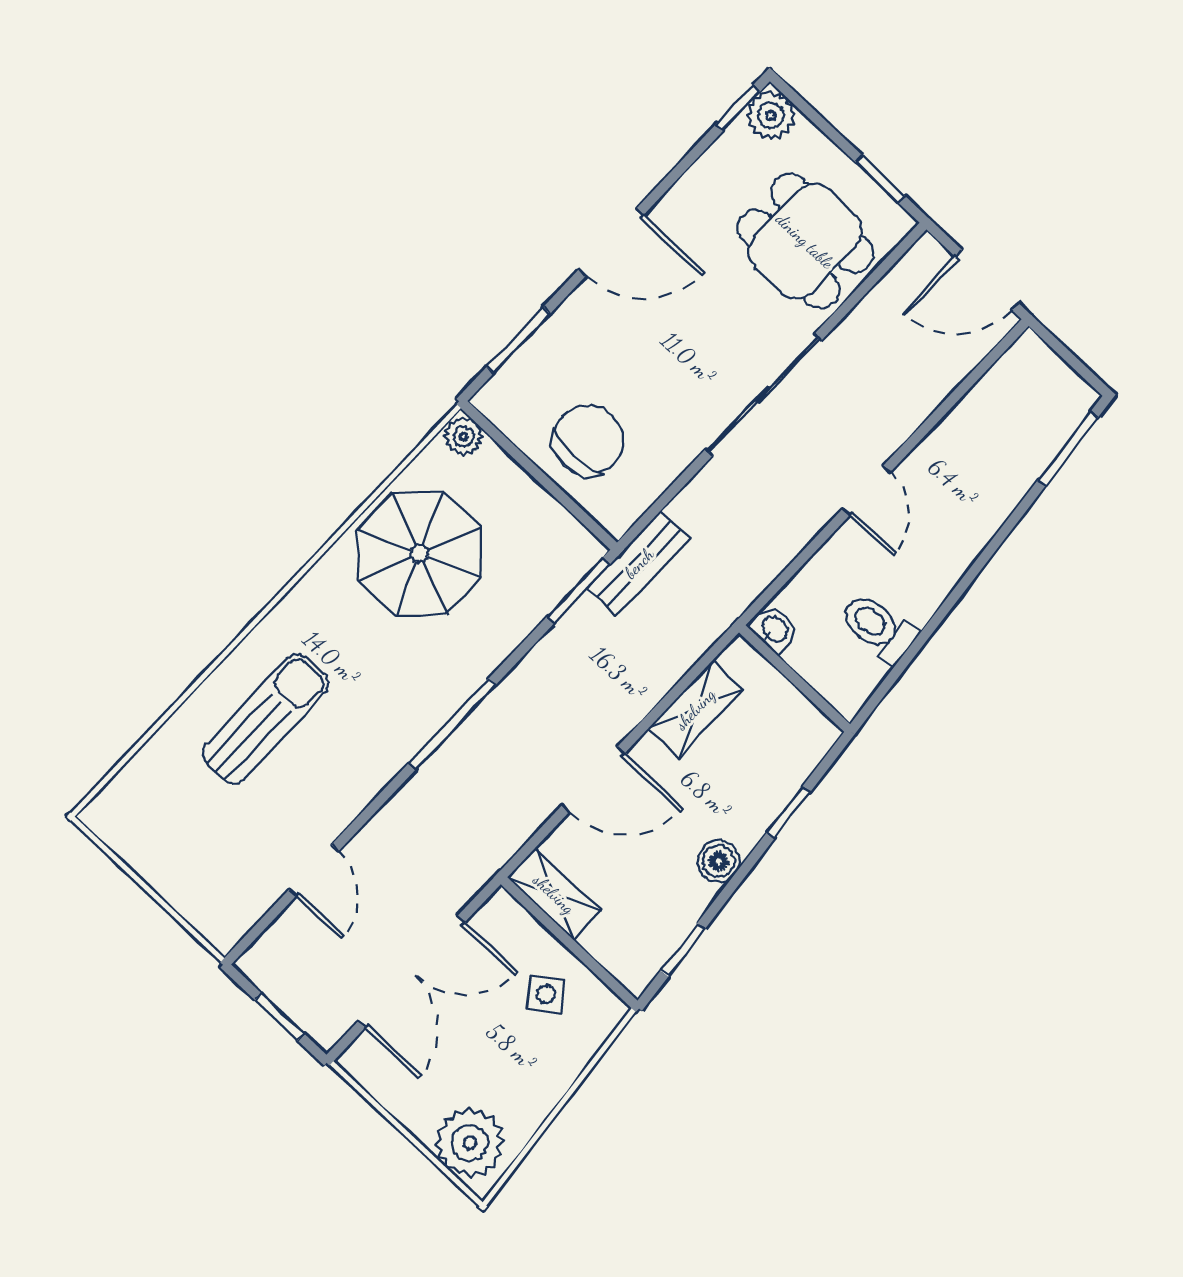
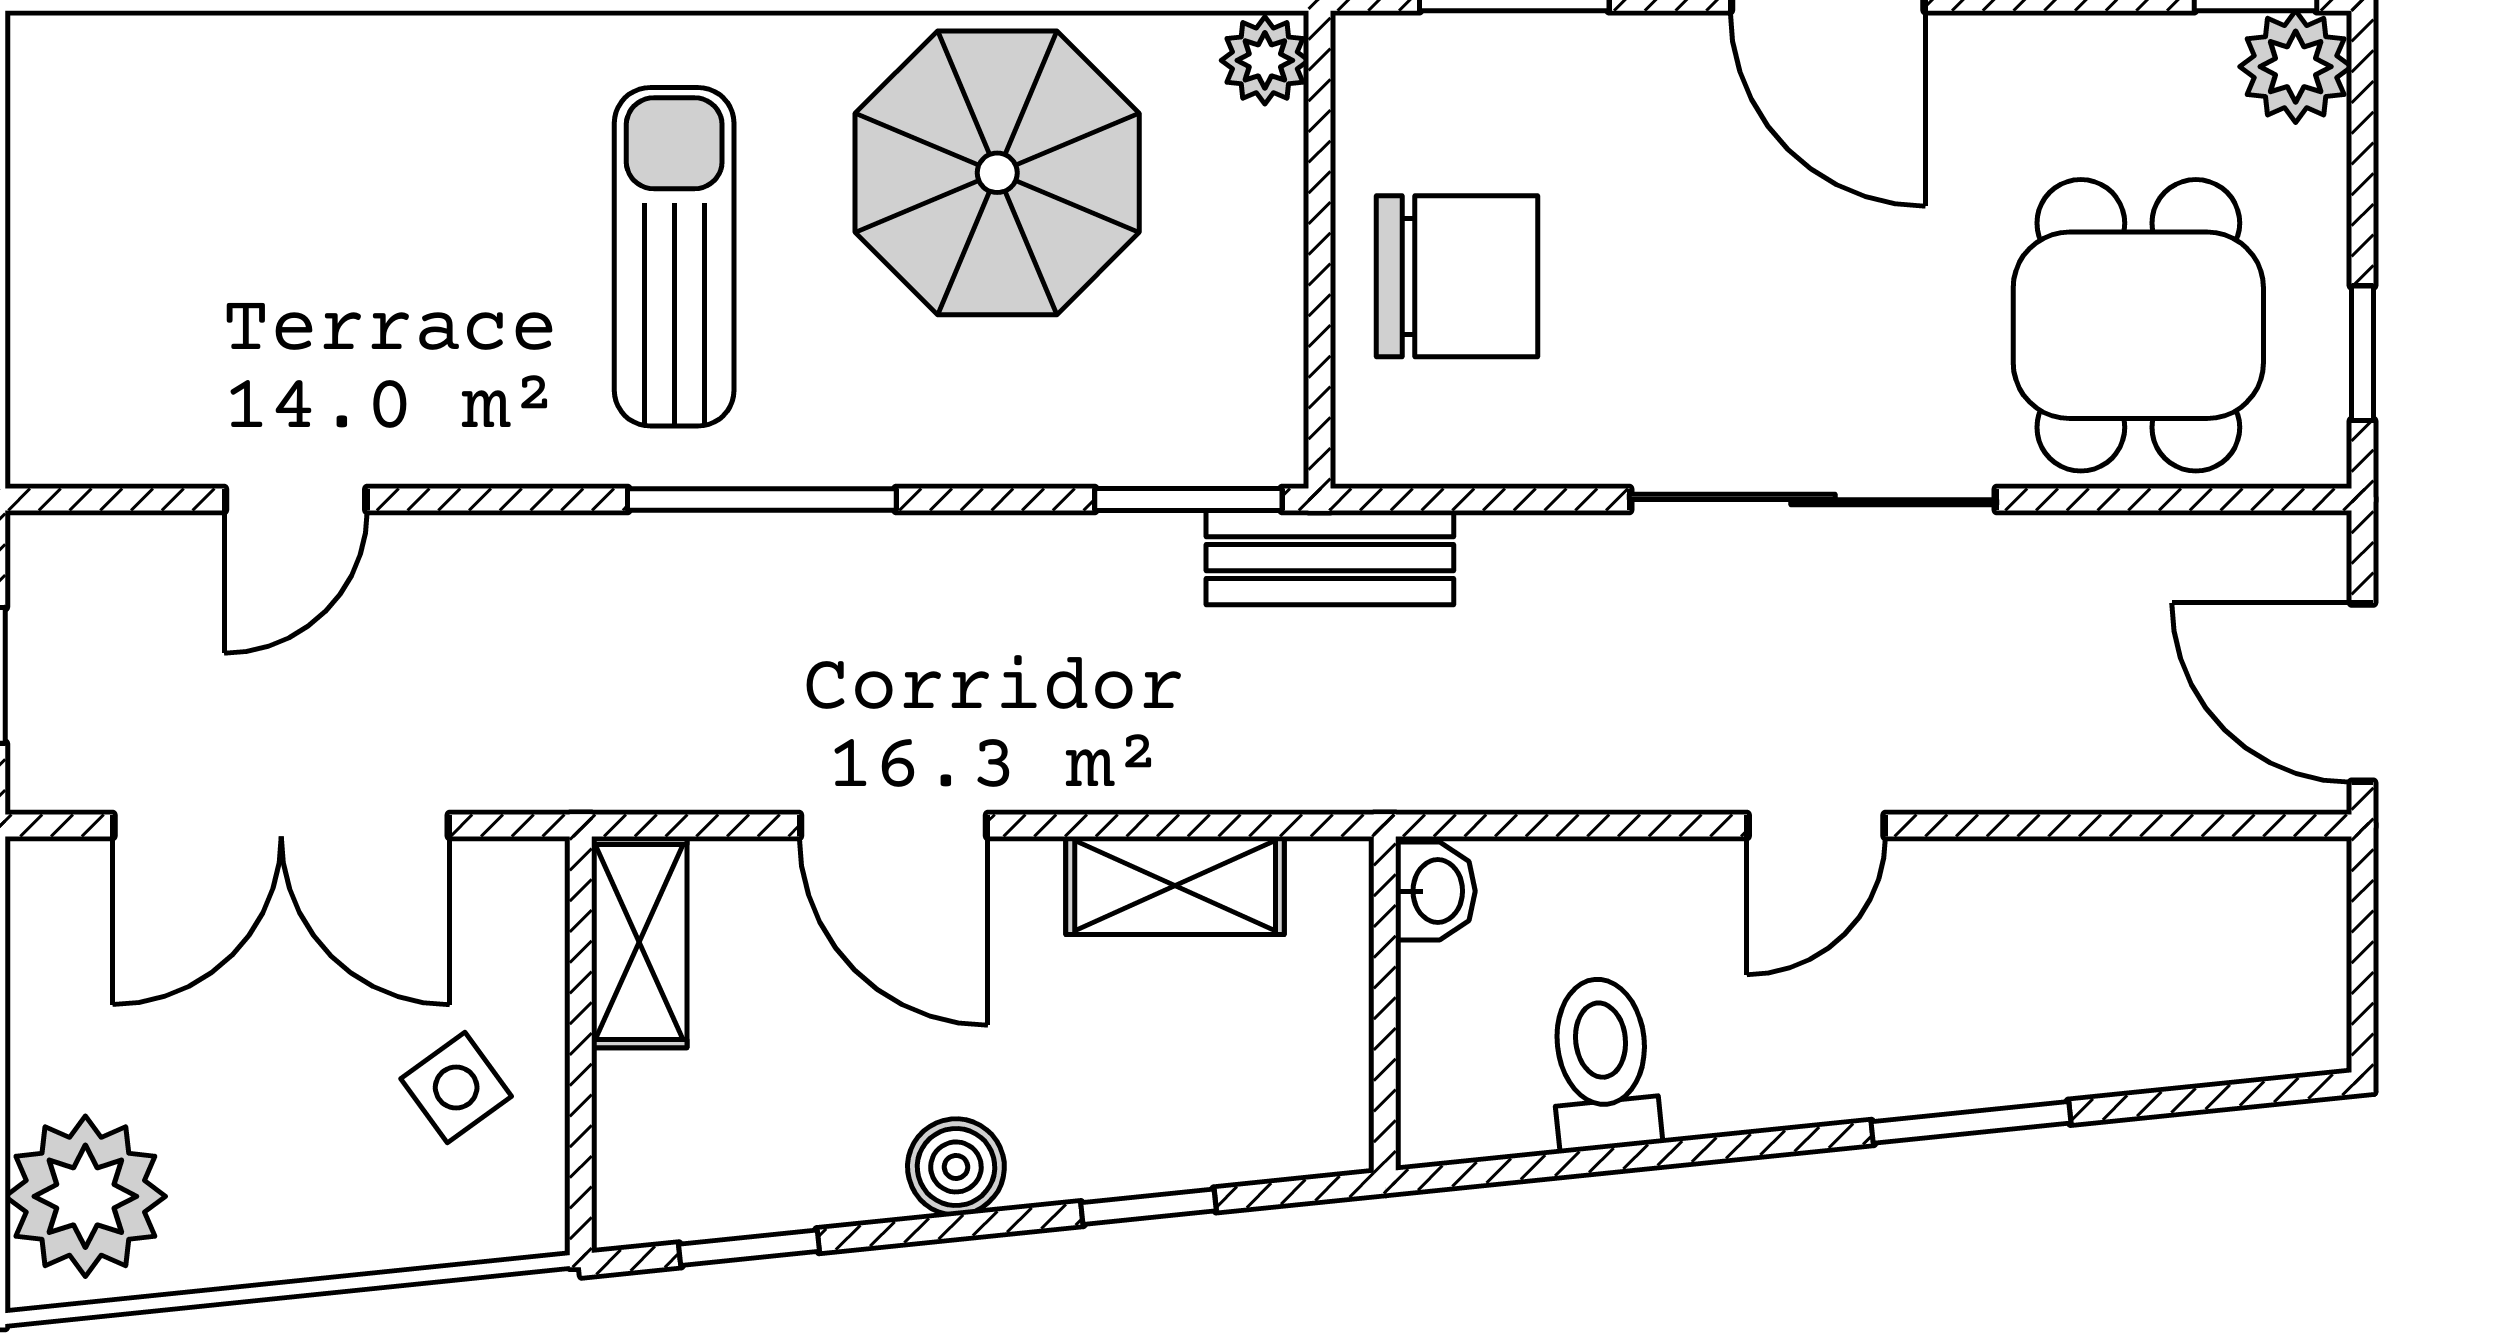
window: (1068, 449) -> (1971, 1122), moved
sun lounger: (266, 719) -> (674, 257), moved, turned -90

